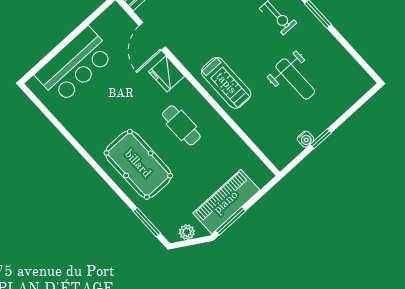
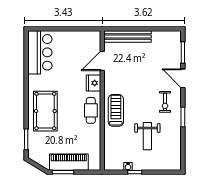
bar counter: (75, 65) -> (40, 52), moved, turned -90
treadmill: (226, 83) -> (116, 110), turned 180
cafe table: (181, 125) -> (91, 110), moved
plant: (187, 232) -> (40, 160), removed

